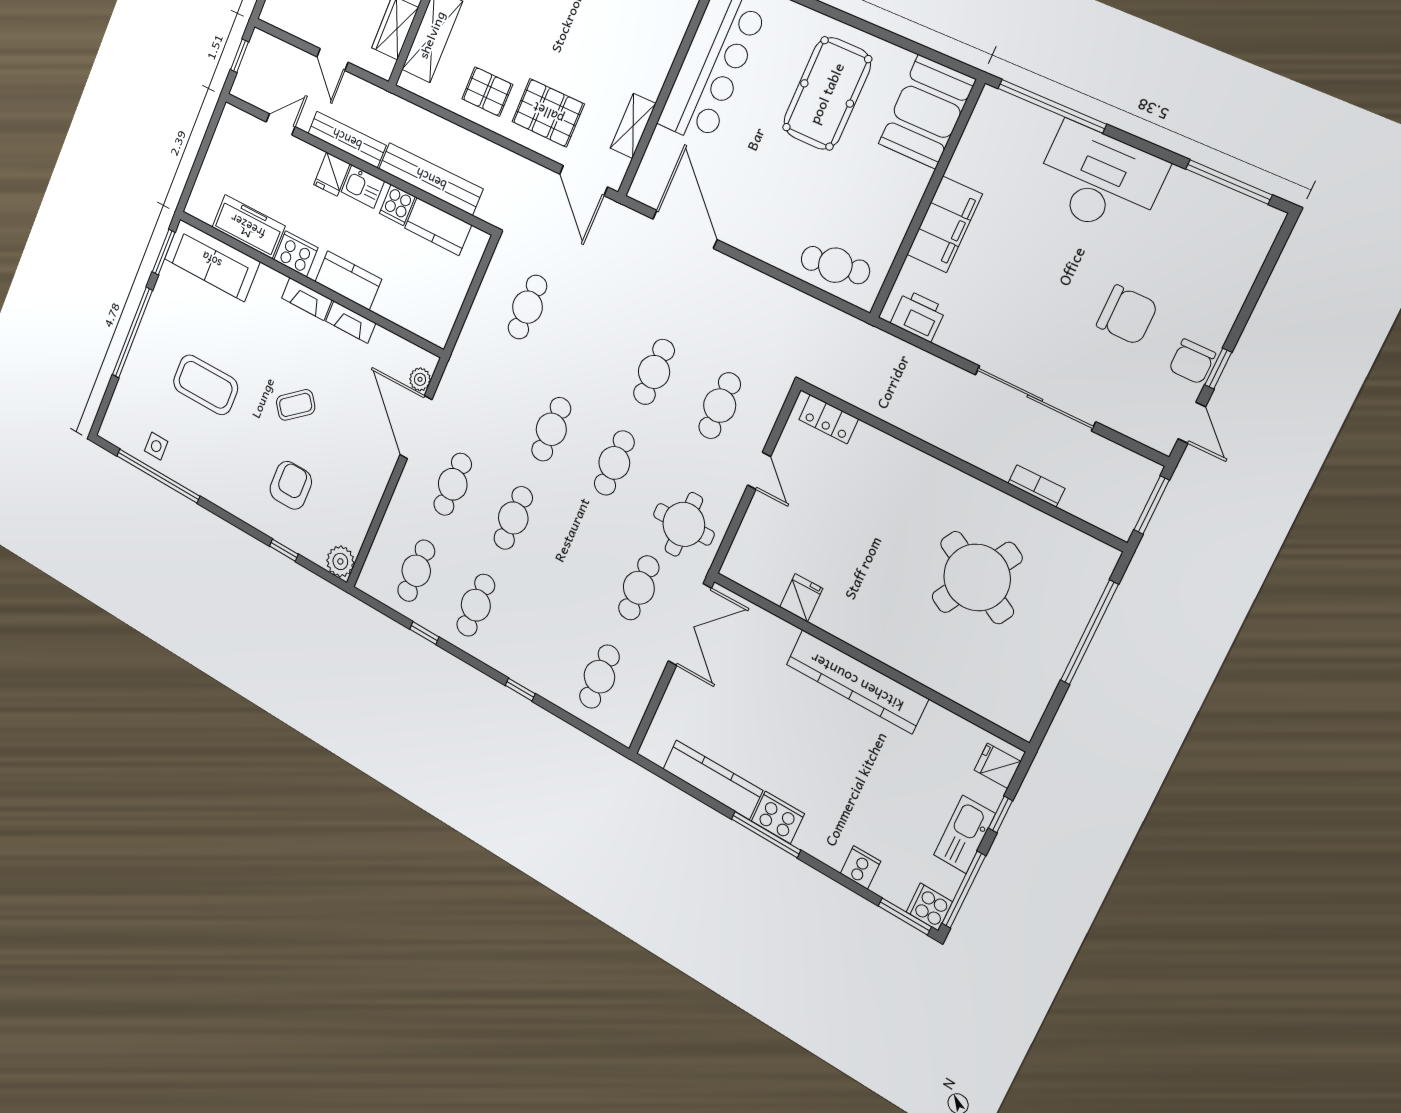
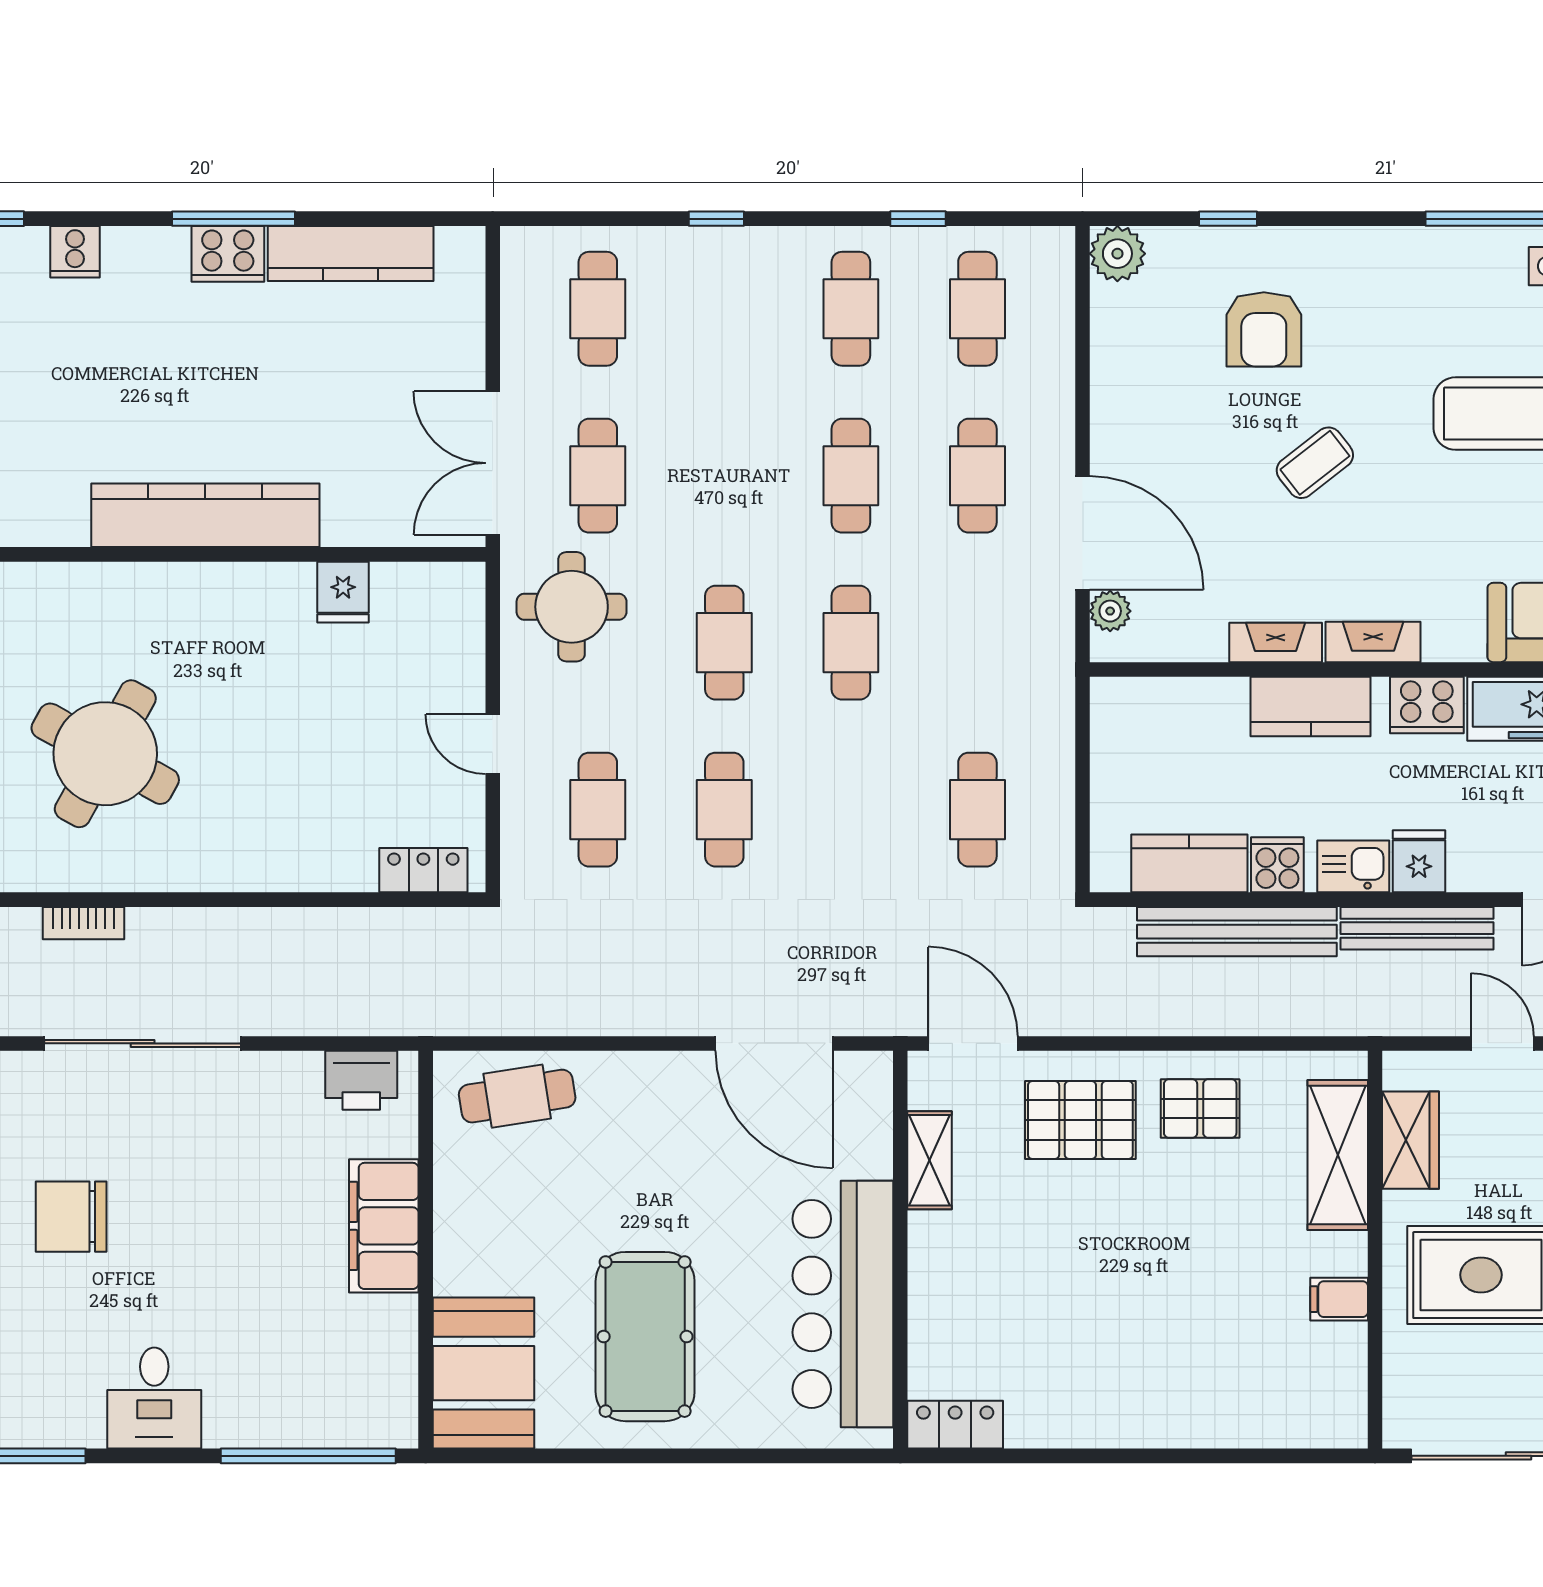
desk: (1099, 180) -> (154, 1398), width x0.53, depth x0.77

